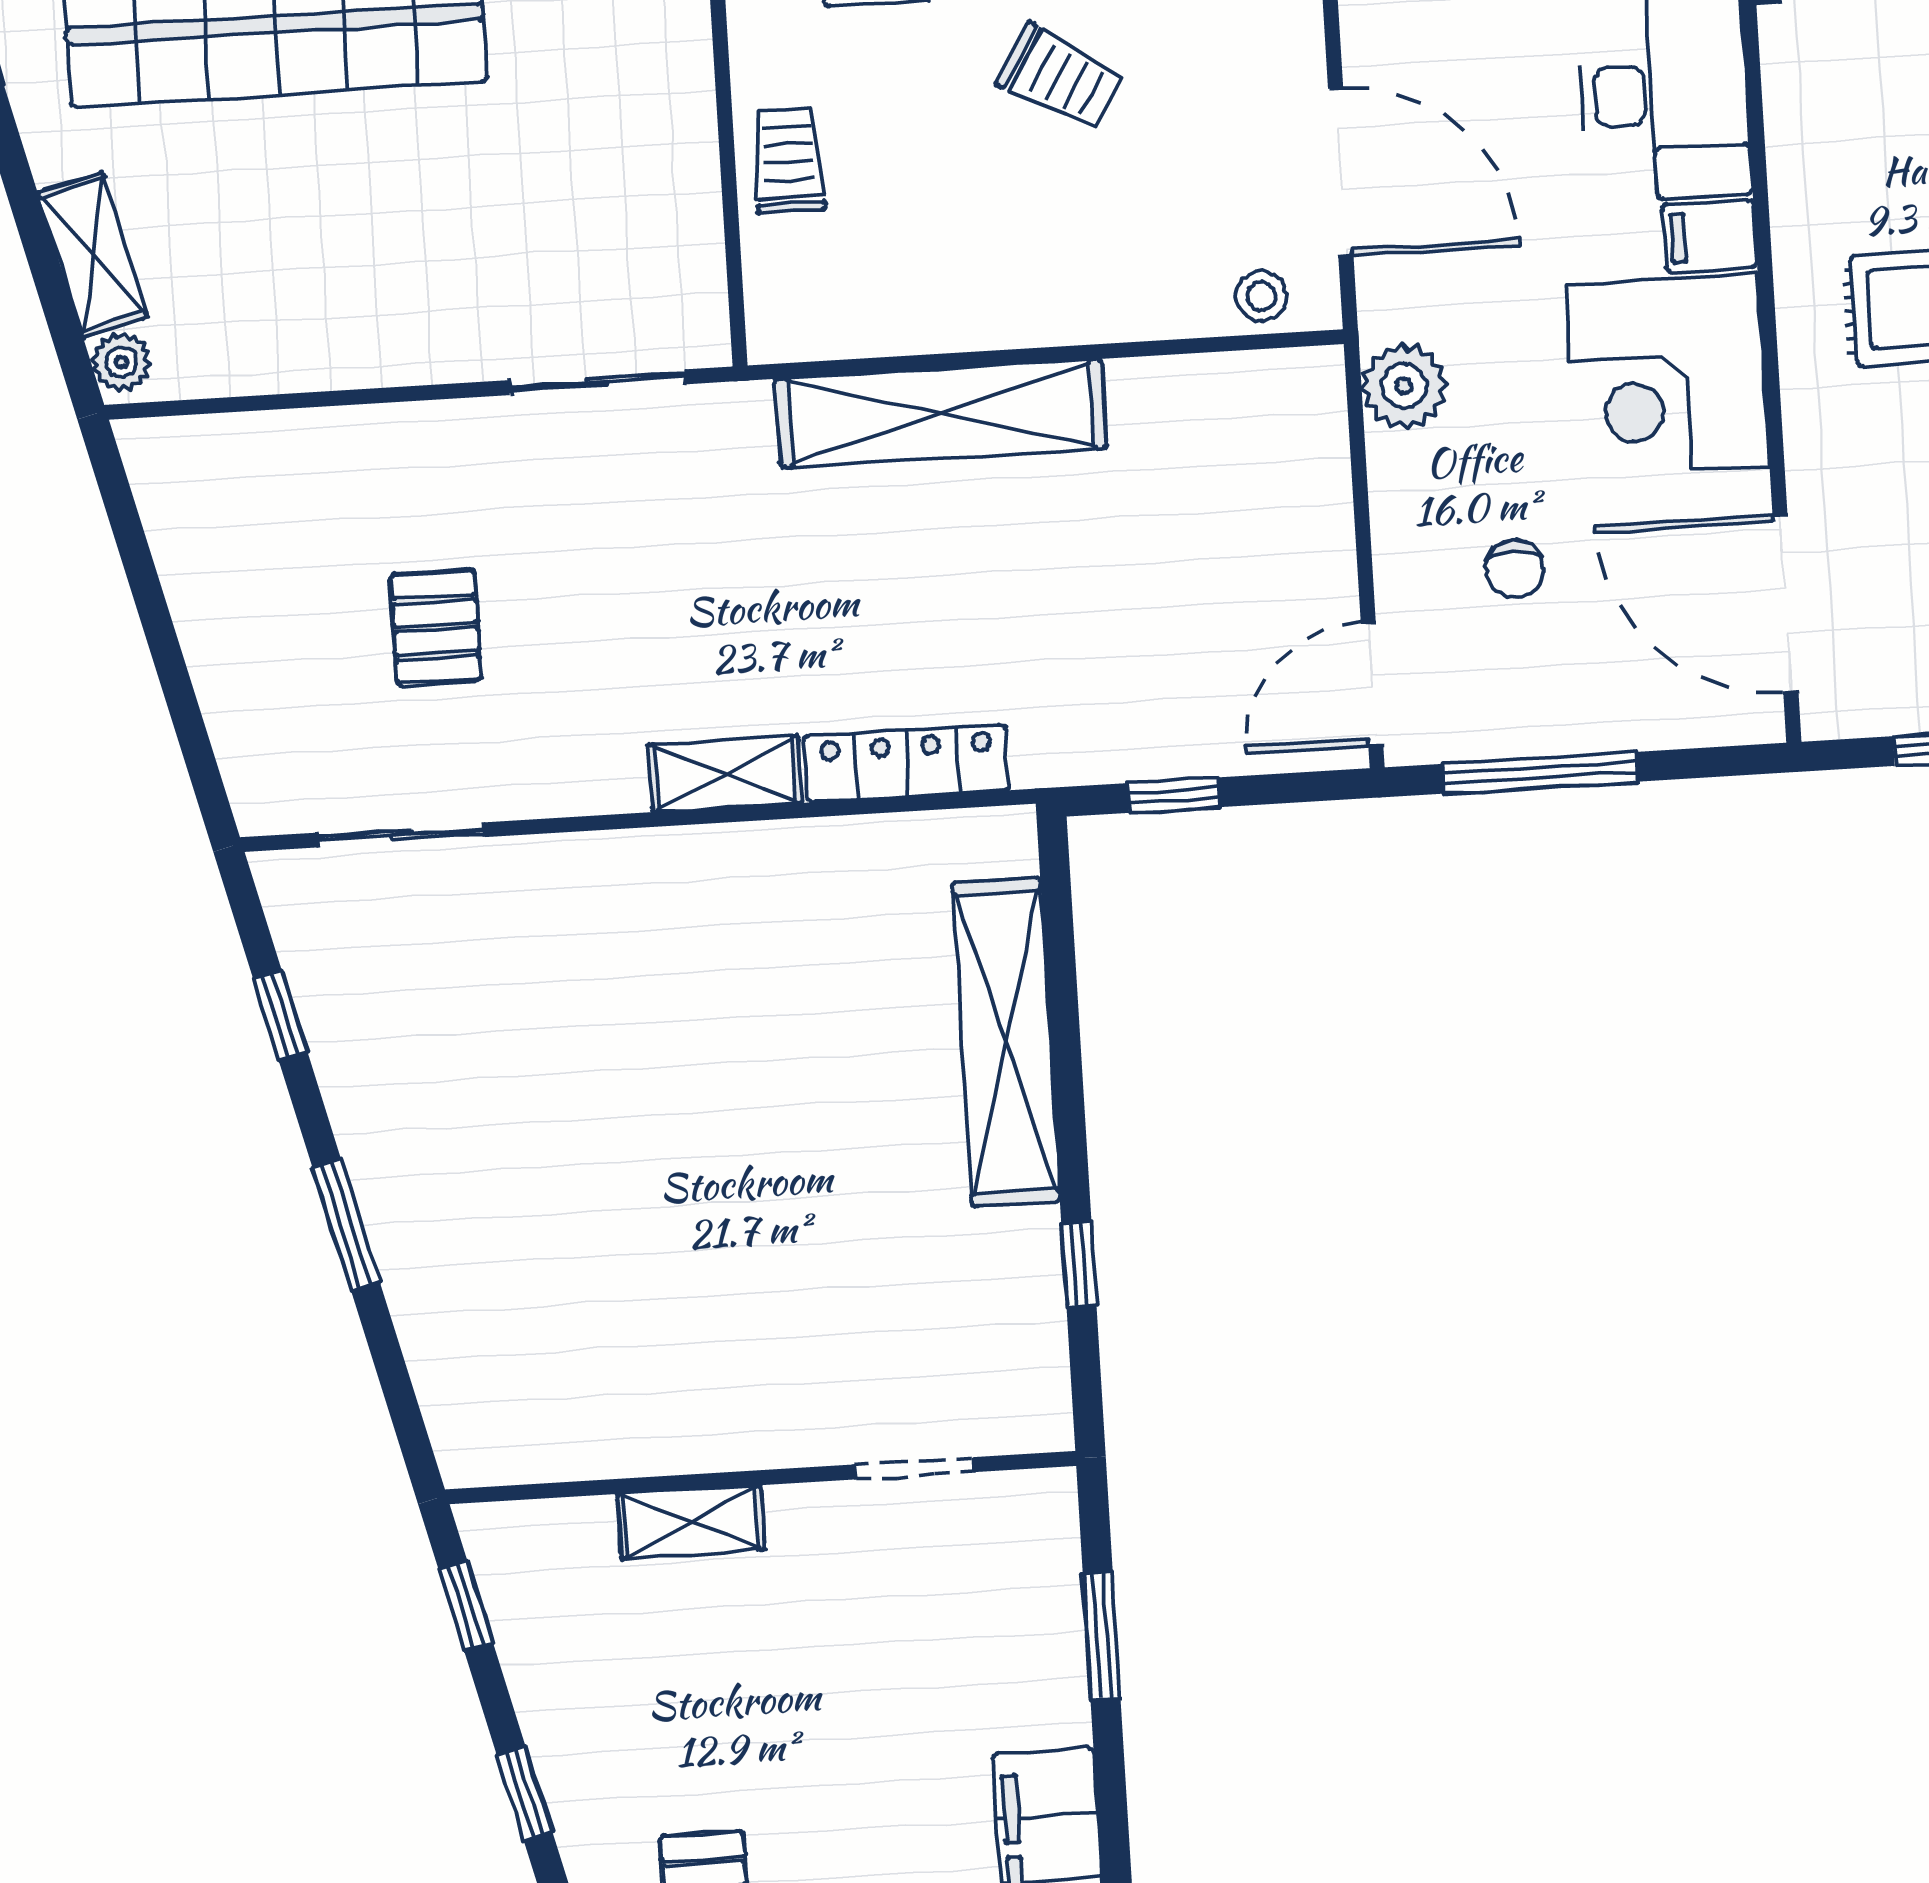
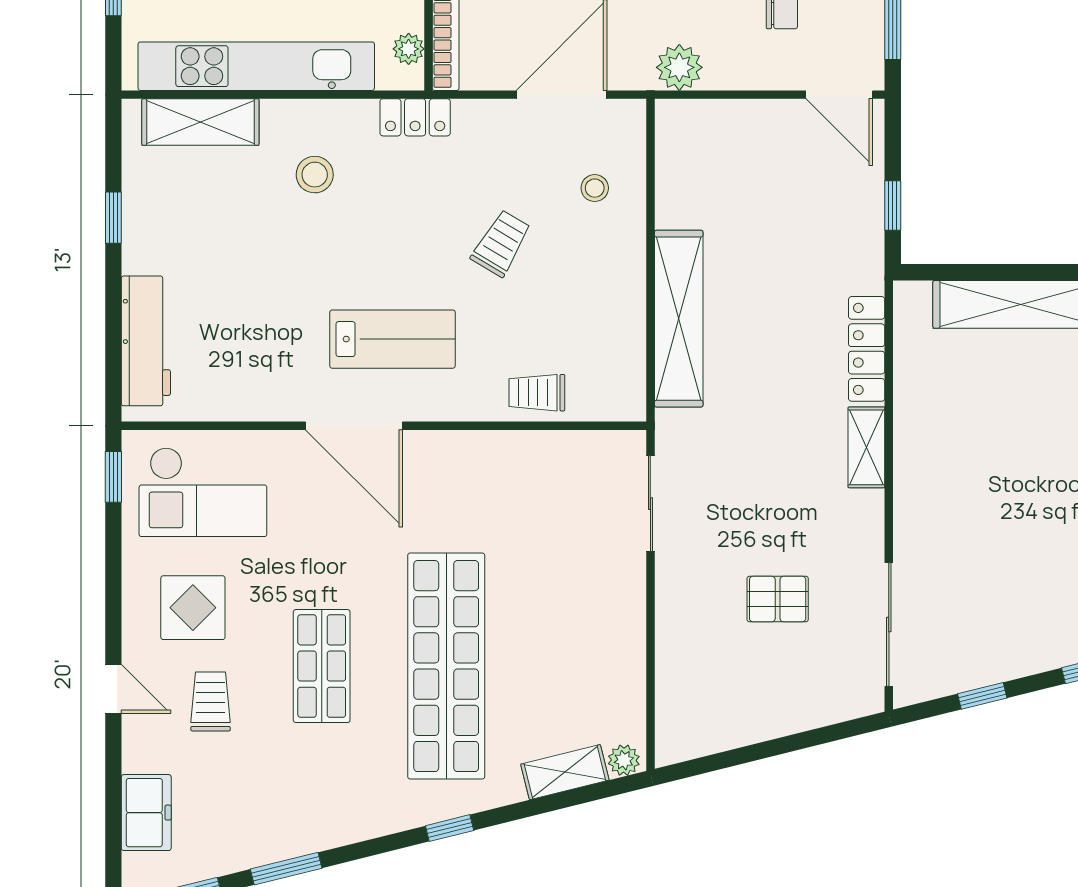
stool: (1262, 296) -> (595, 188), moved
sliding door: (401, 835) -> (889, 625), width x1.37

